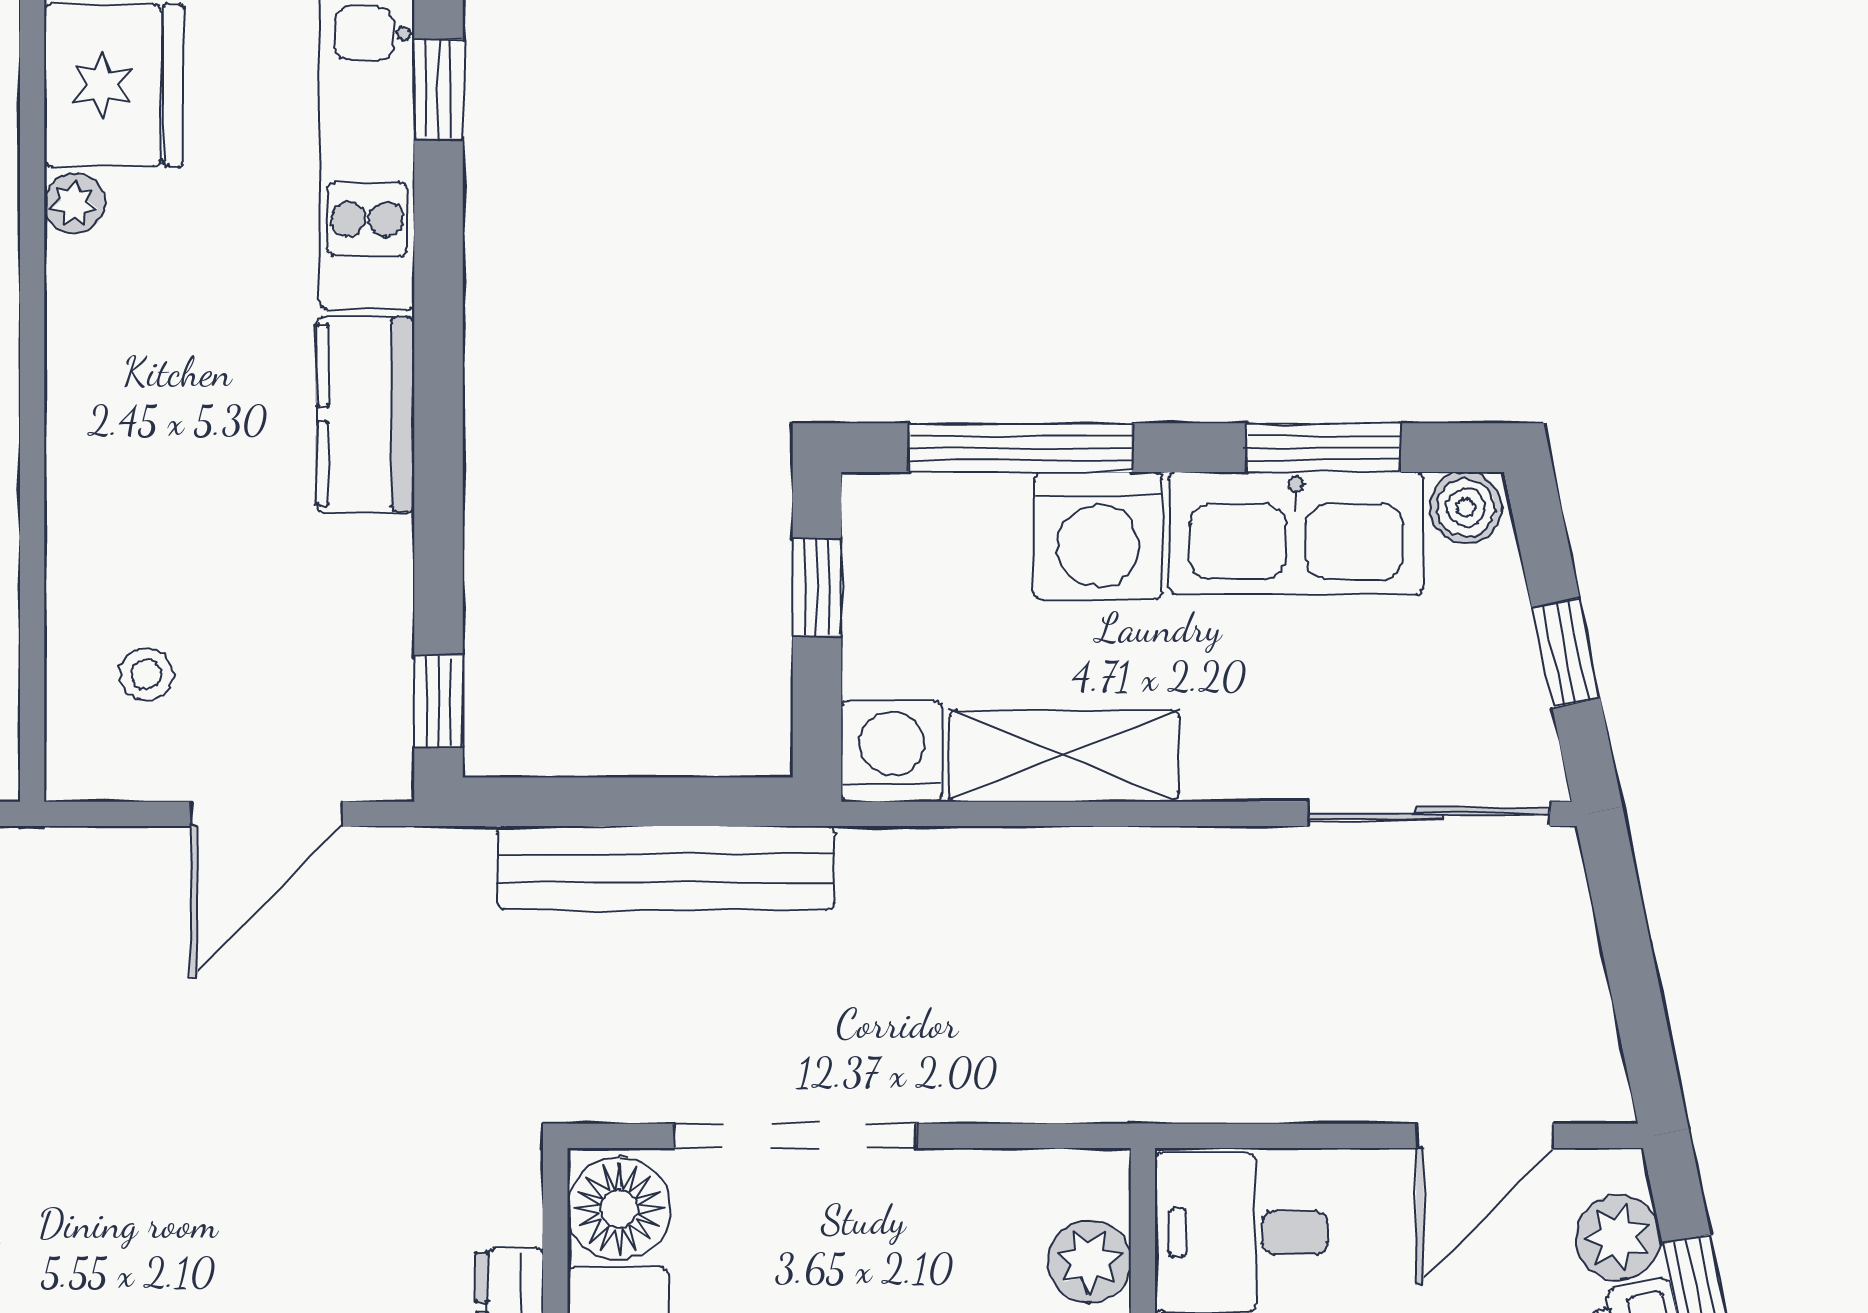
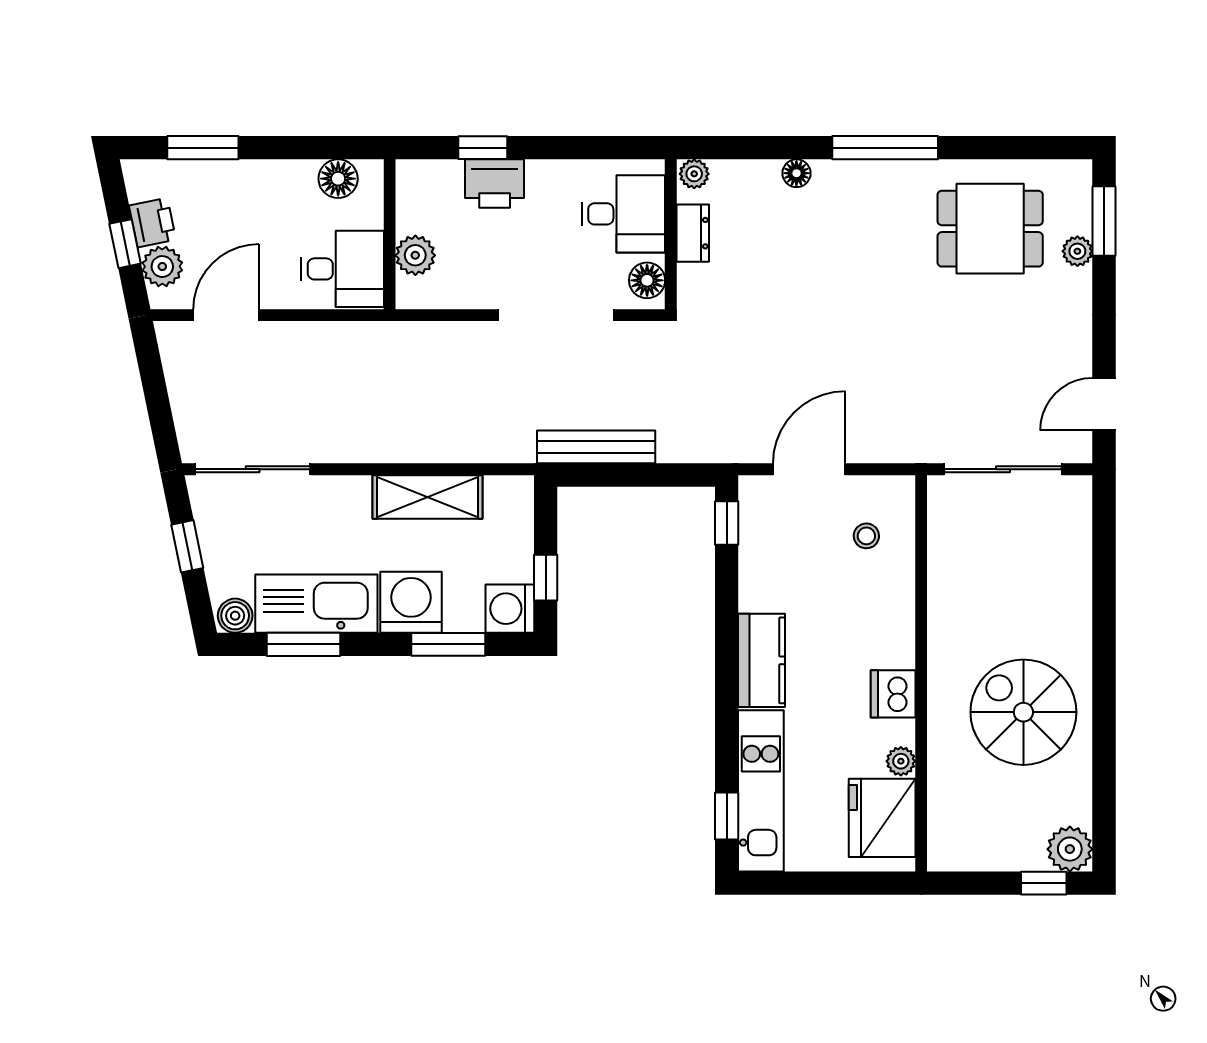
dishwasher: (91, 345) -> (893, 694), added
window: (1020, 448) -> (448, 644), width x0.69
washing machine: (892, 751) -> (510, 609), moved, turned 90
bench: (666, 868) -> (596, 447), width x0.73, depth x0.82
floor lamp: (619, 1209) -> (647, 280), width x0.73, depth x0.73

